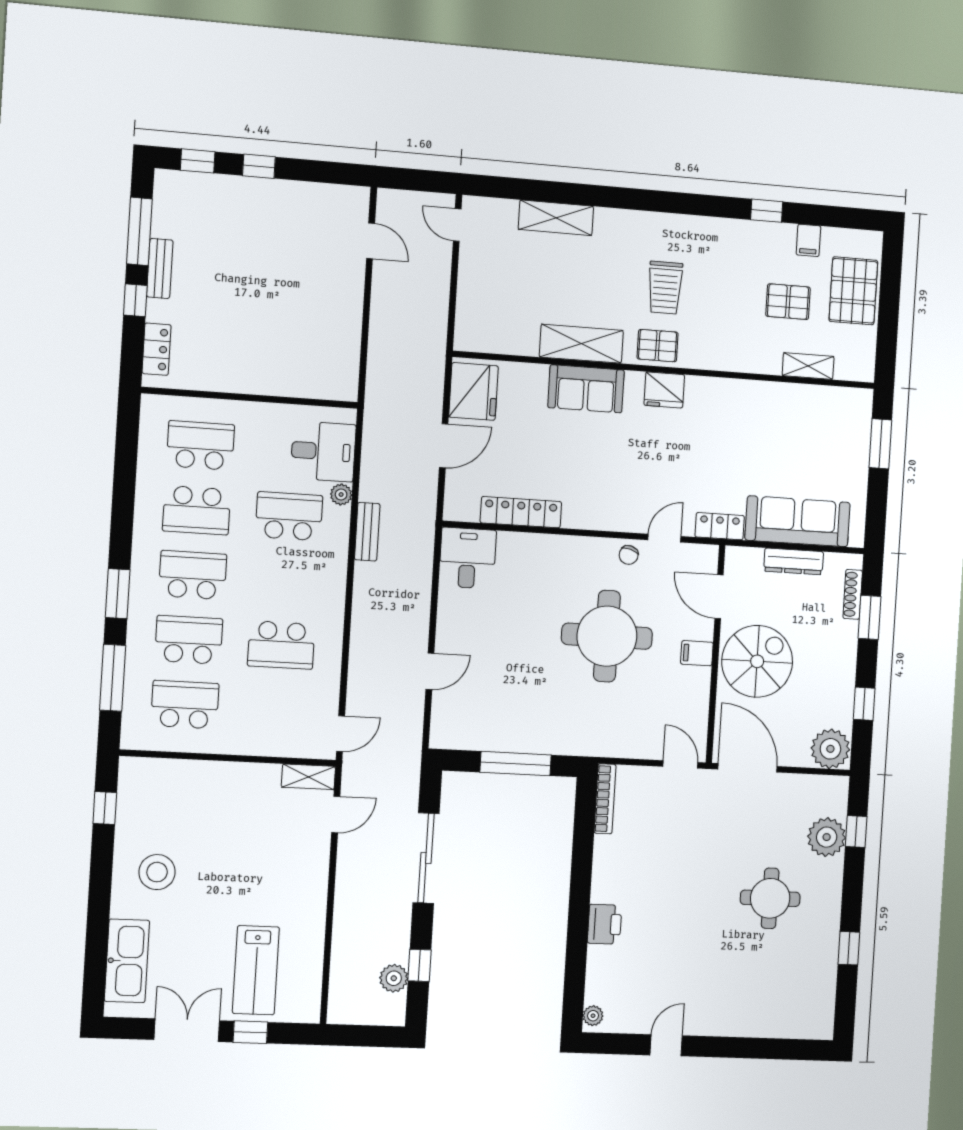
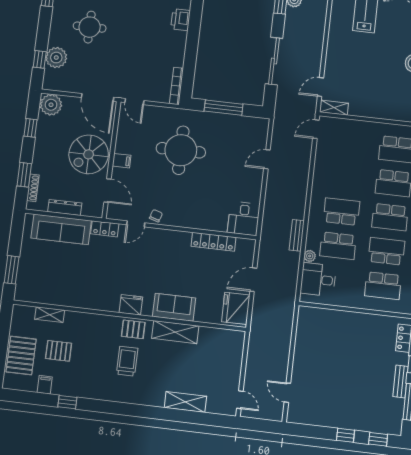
round table: (607, 636) -> (181, 150), moved
school desk: (281, 645) -> (342, 212), moved

